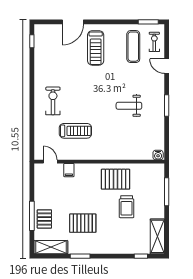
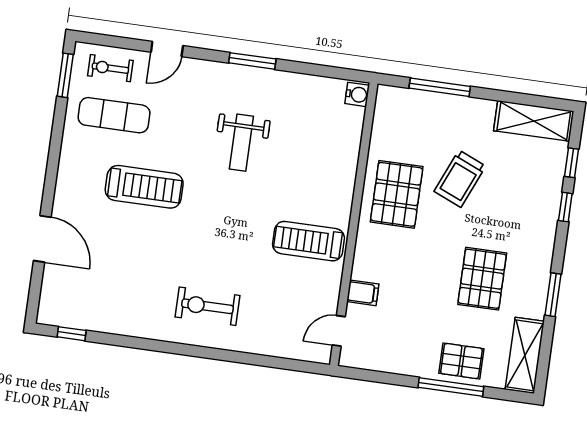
treadmill: (96, 48) -> (144, 187), moved
treadmill: (75, 131) -> (308, 241), moved, turned -90
trolley: (127, 207) -> (460, 179), turned 113
window: (120, 256) -> (565, 207), added

